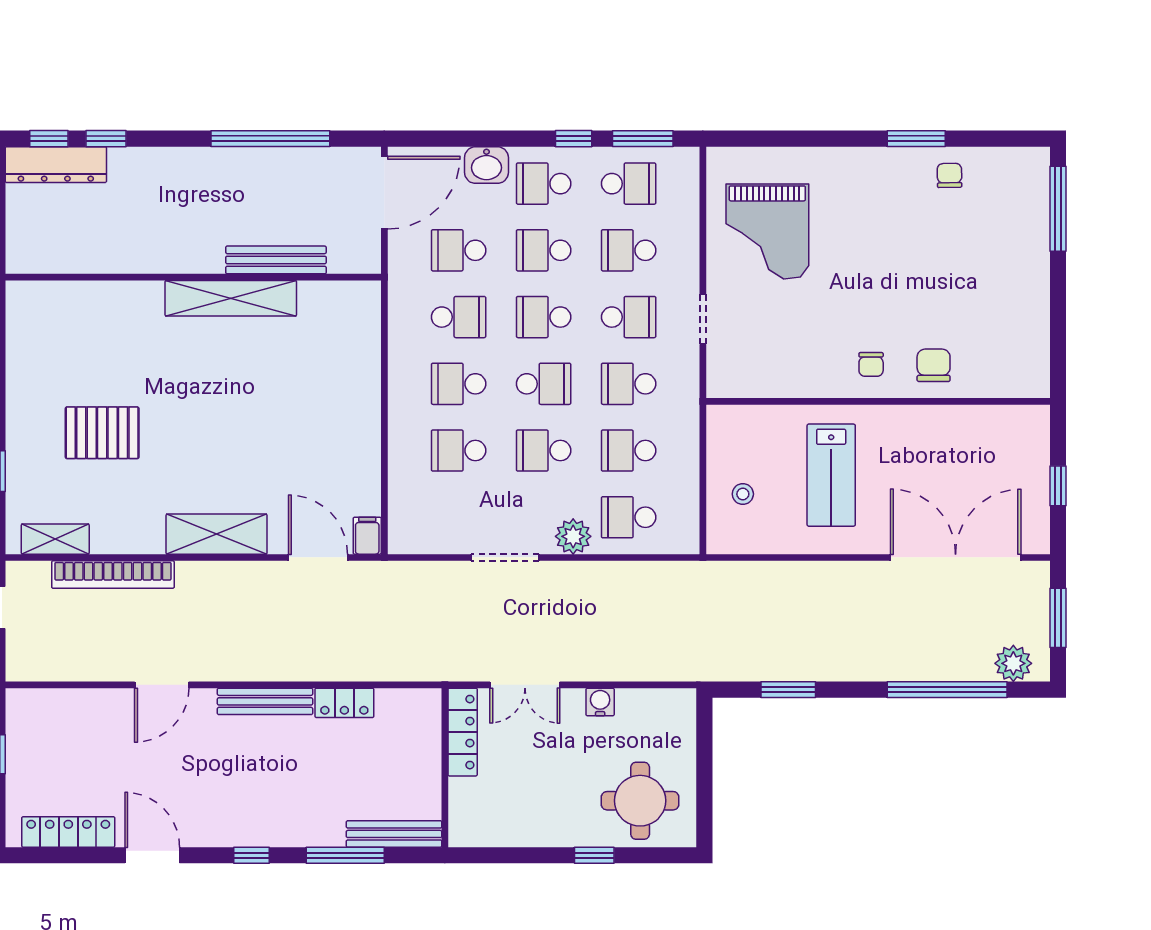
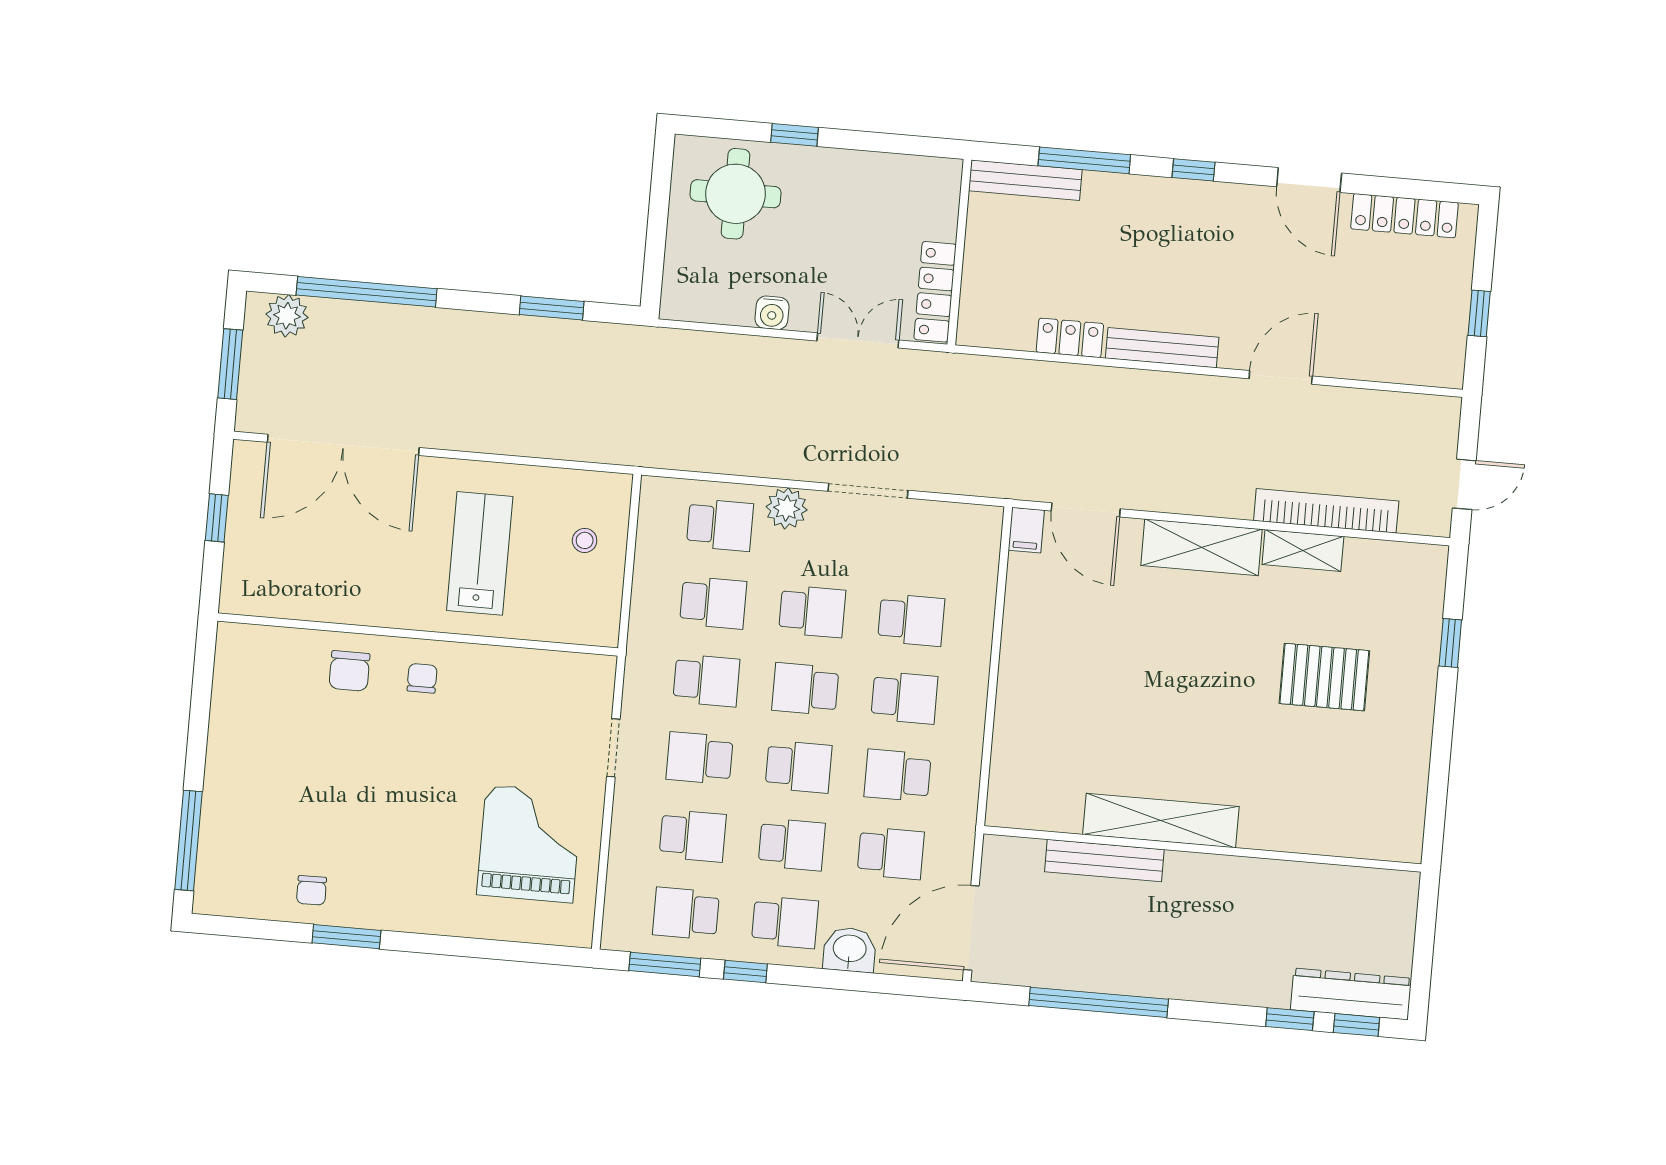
shelving: (55, 539) -> (1303, 550), moved

